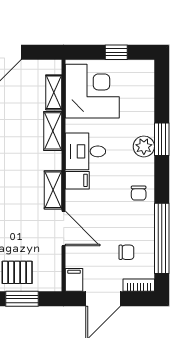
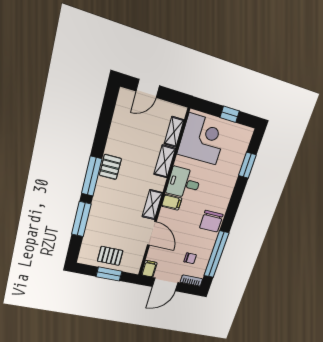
window: (162, 139) -> (247, 165), moved
plant: (144, 146) -> (226, 190), removed
chair: (139, 193) -> (211, 221), width x1.87, depth x1.87

